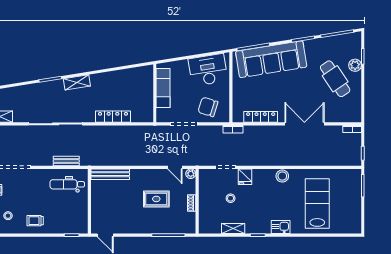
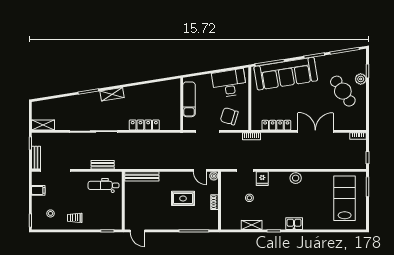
lab bench: (317, 204) -> (345, 198), moved

